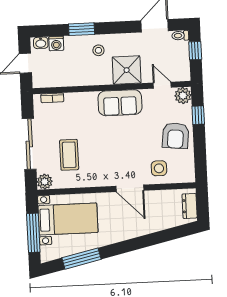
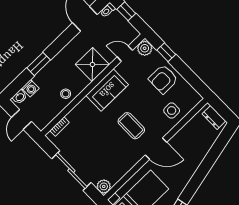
stool: (98, 50) -> (66, 94), moved
armchair: (176, 136) -> (163, 79), turned 84
coffee table: (69, 155) -> (131, 126), moved
door: (130, 188) -> (156, 149), moved

